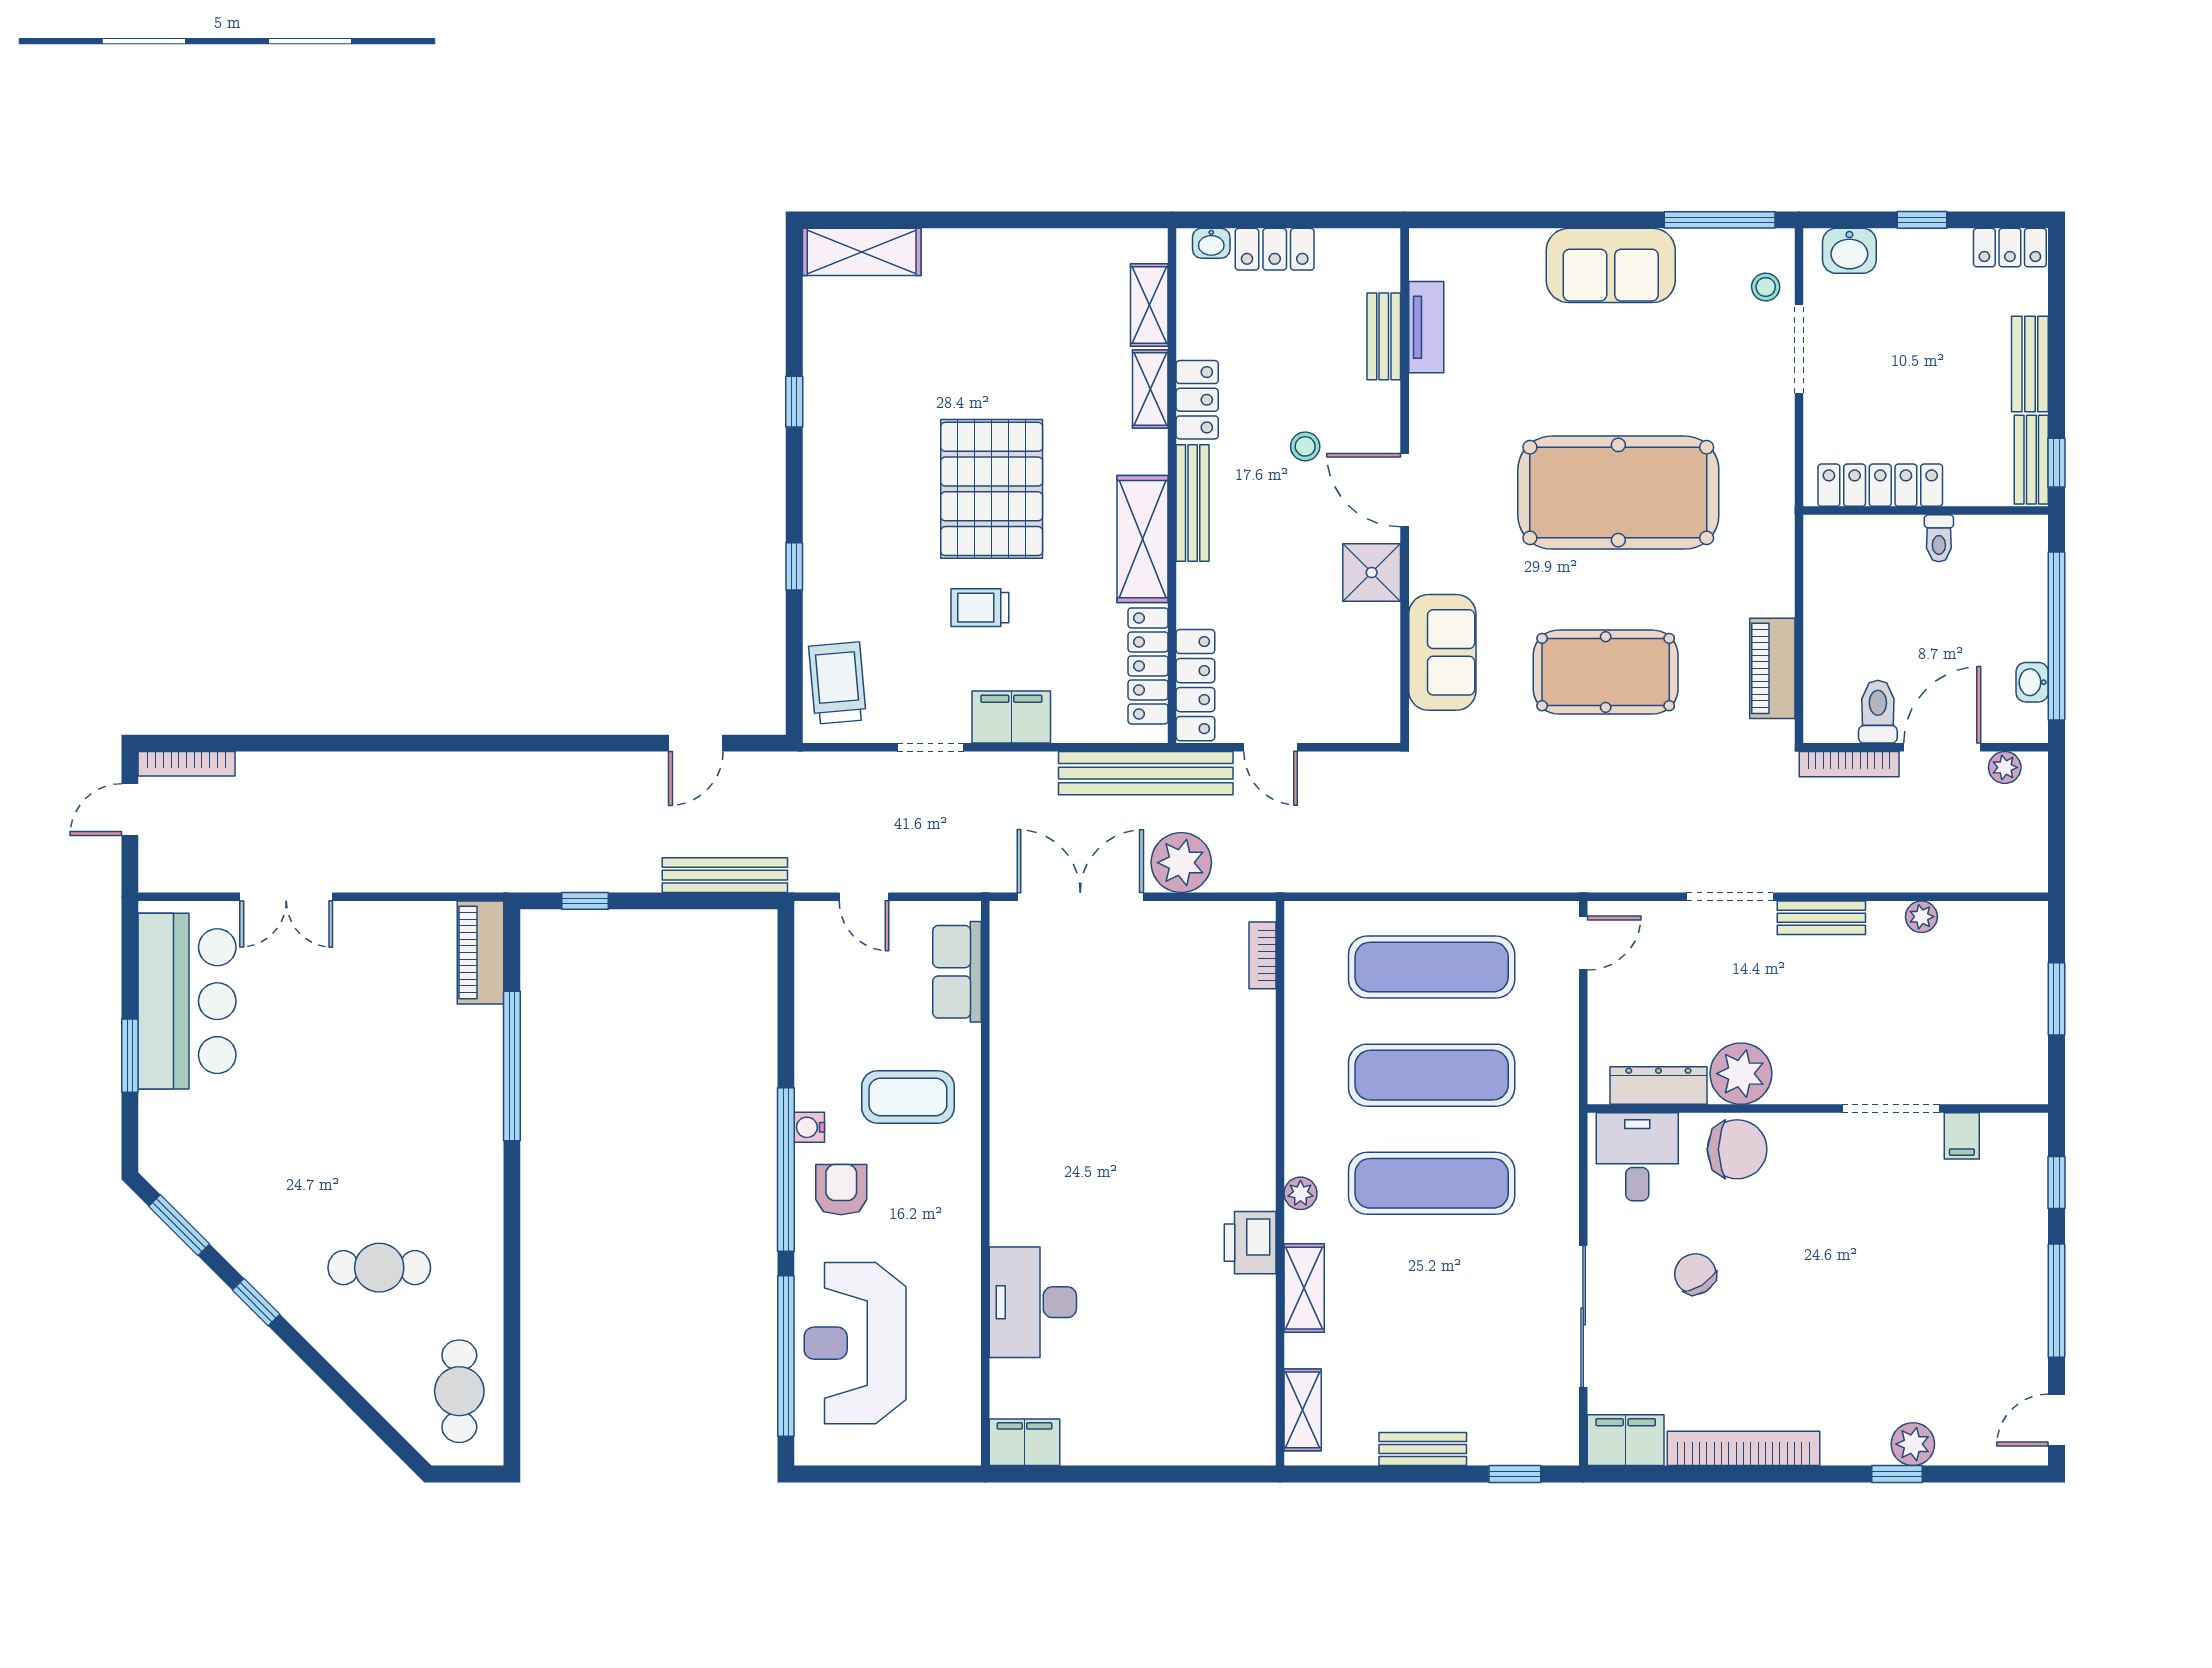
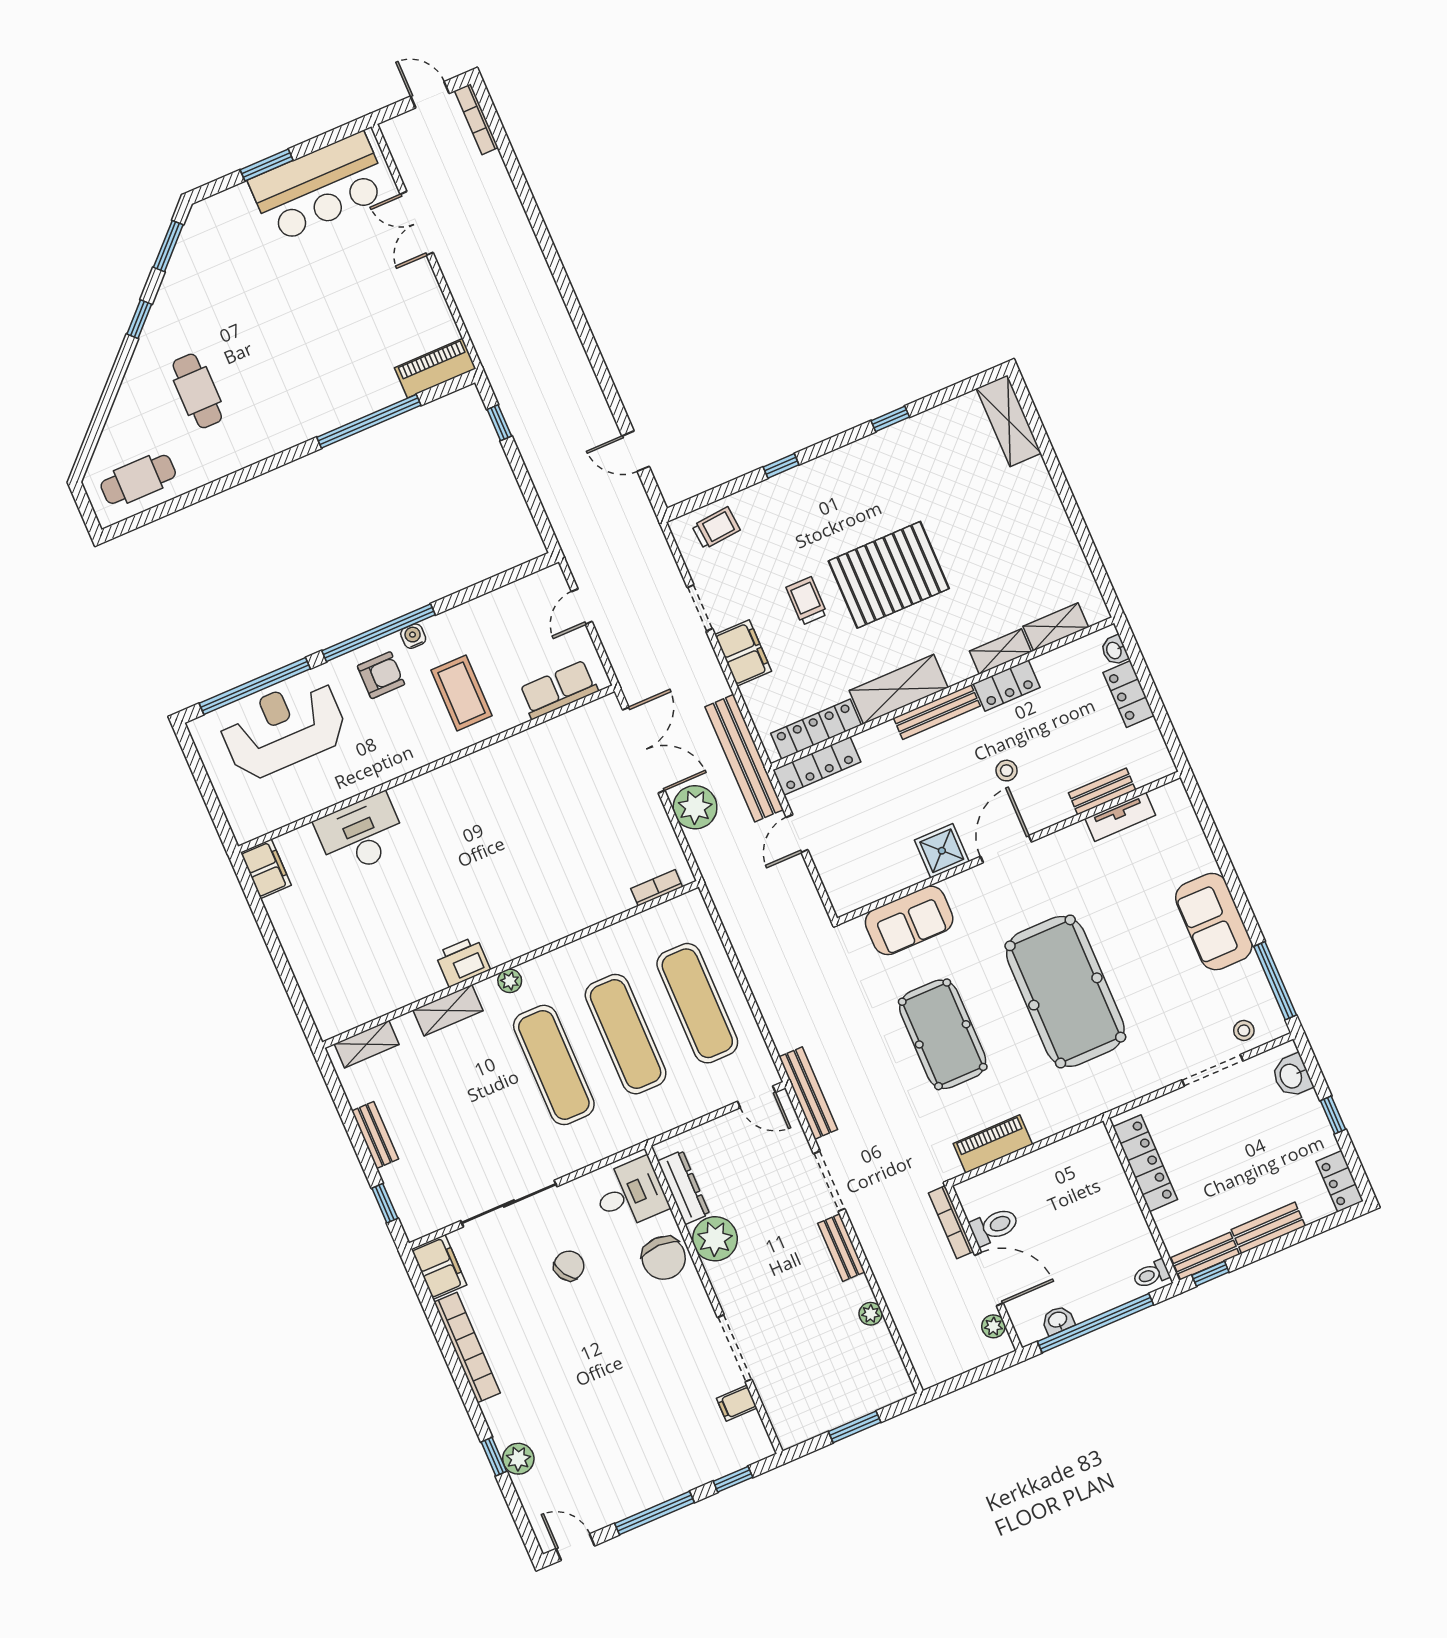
toilet: (1939, 538) -> (1151, 1274), moved
trolley: (837, 683) -> (716, 528), width x0.73, depth x0.72
bench: (725, 875) -> (808, 1093), moved

